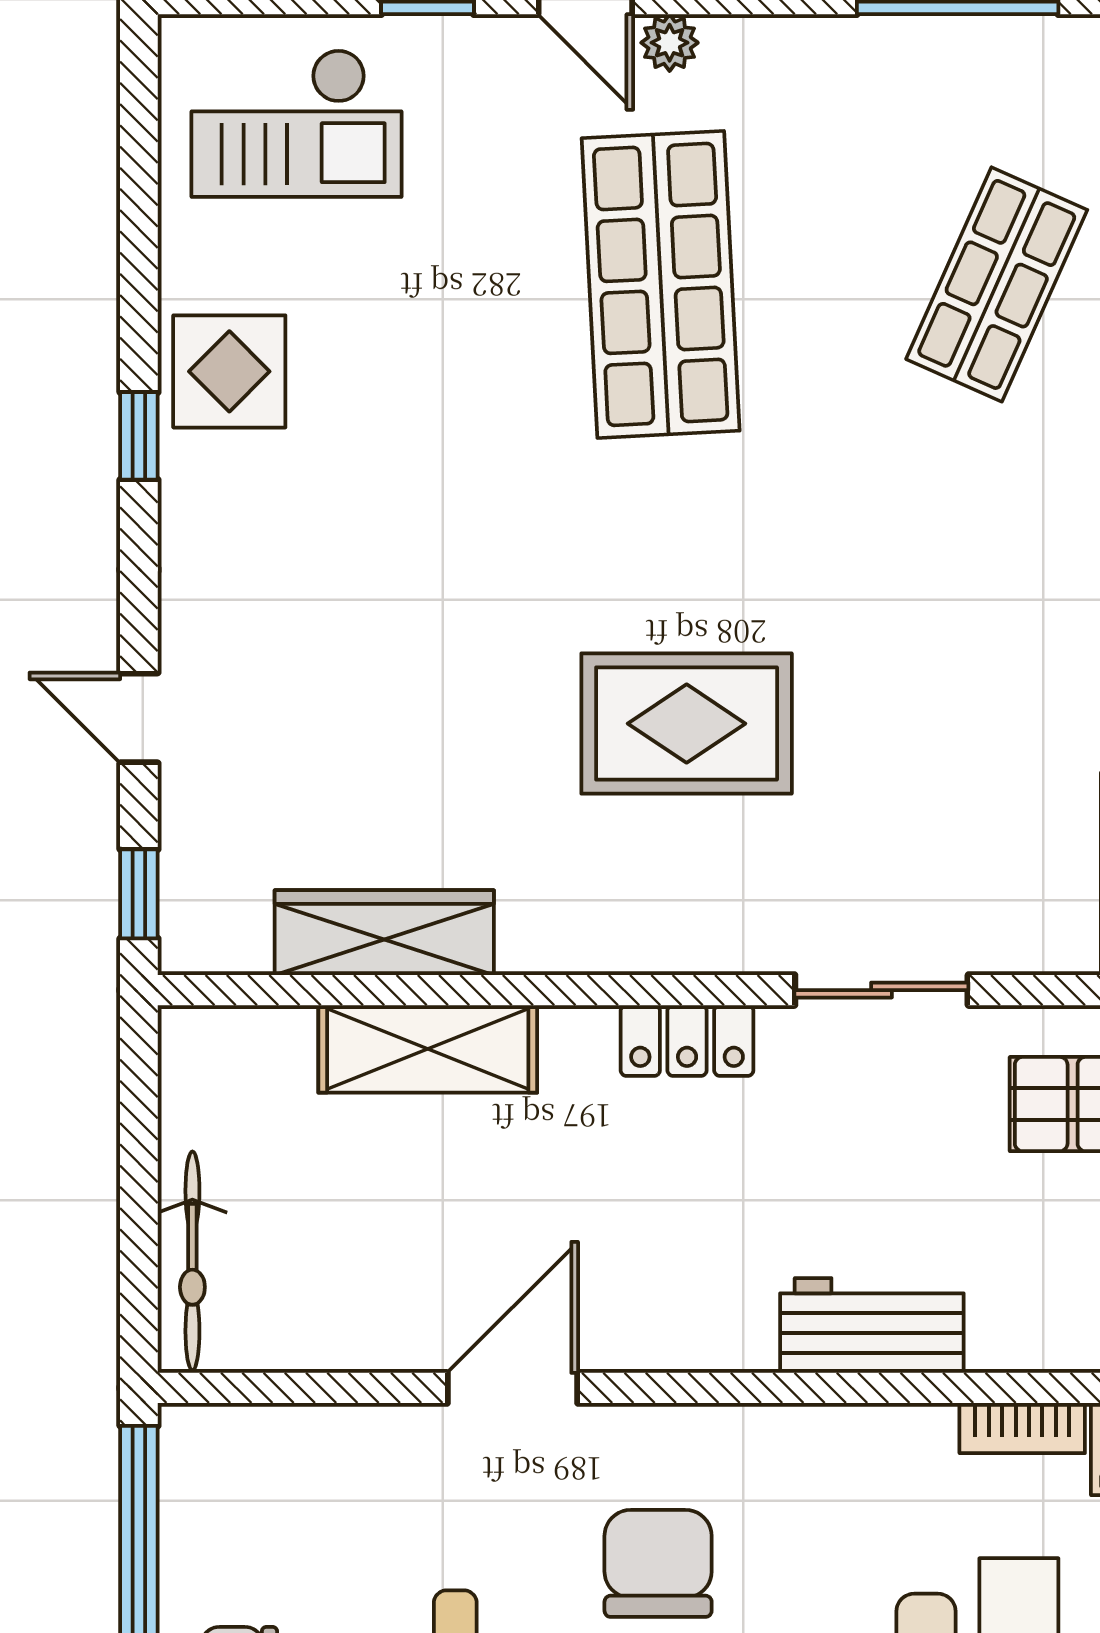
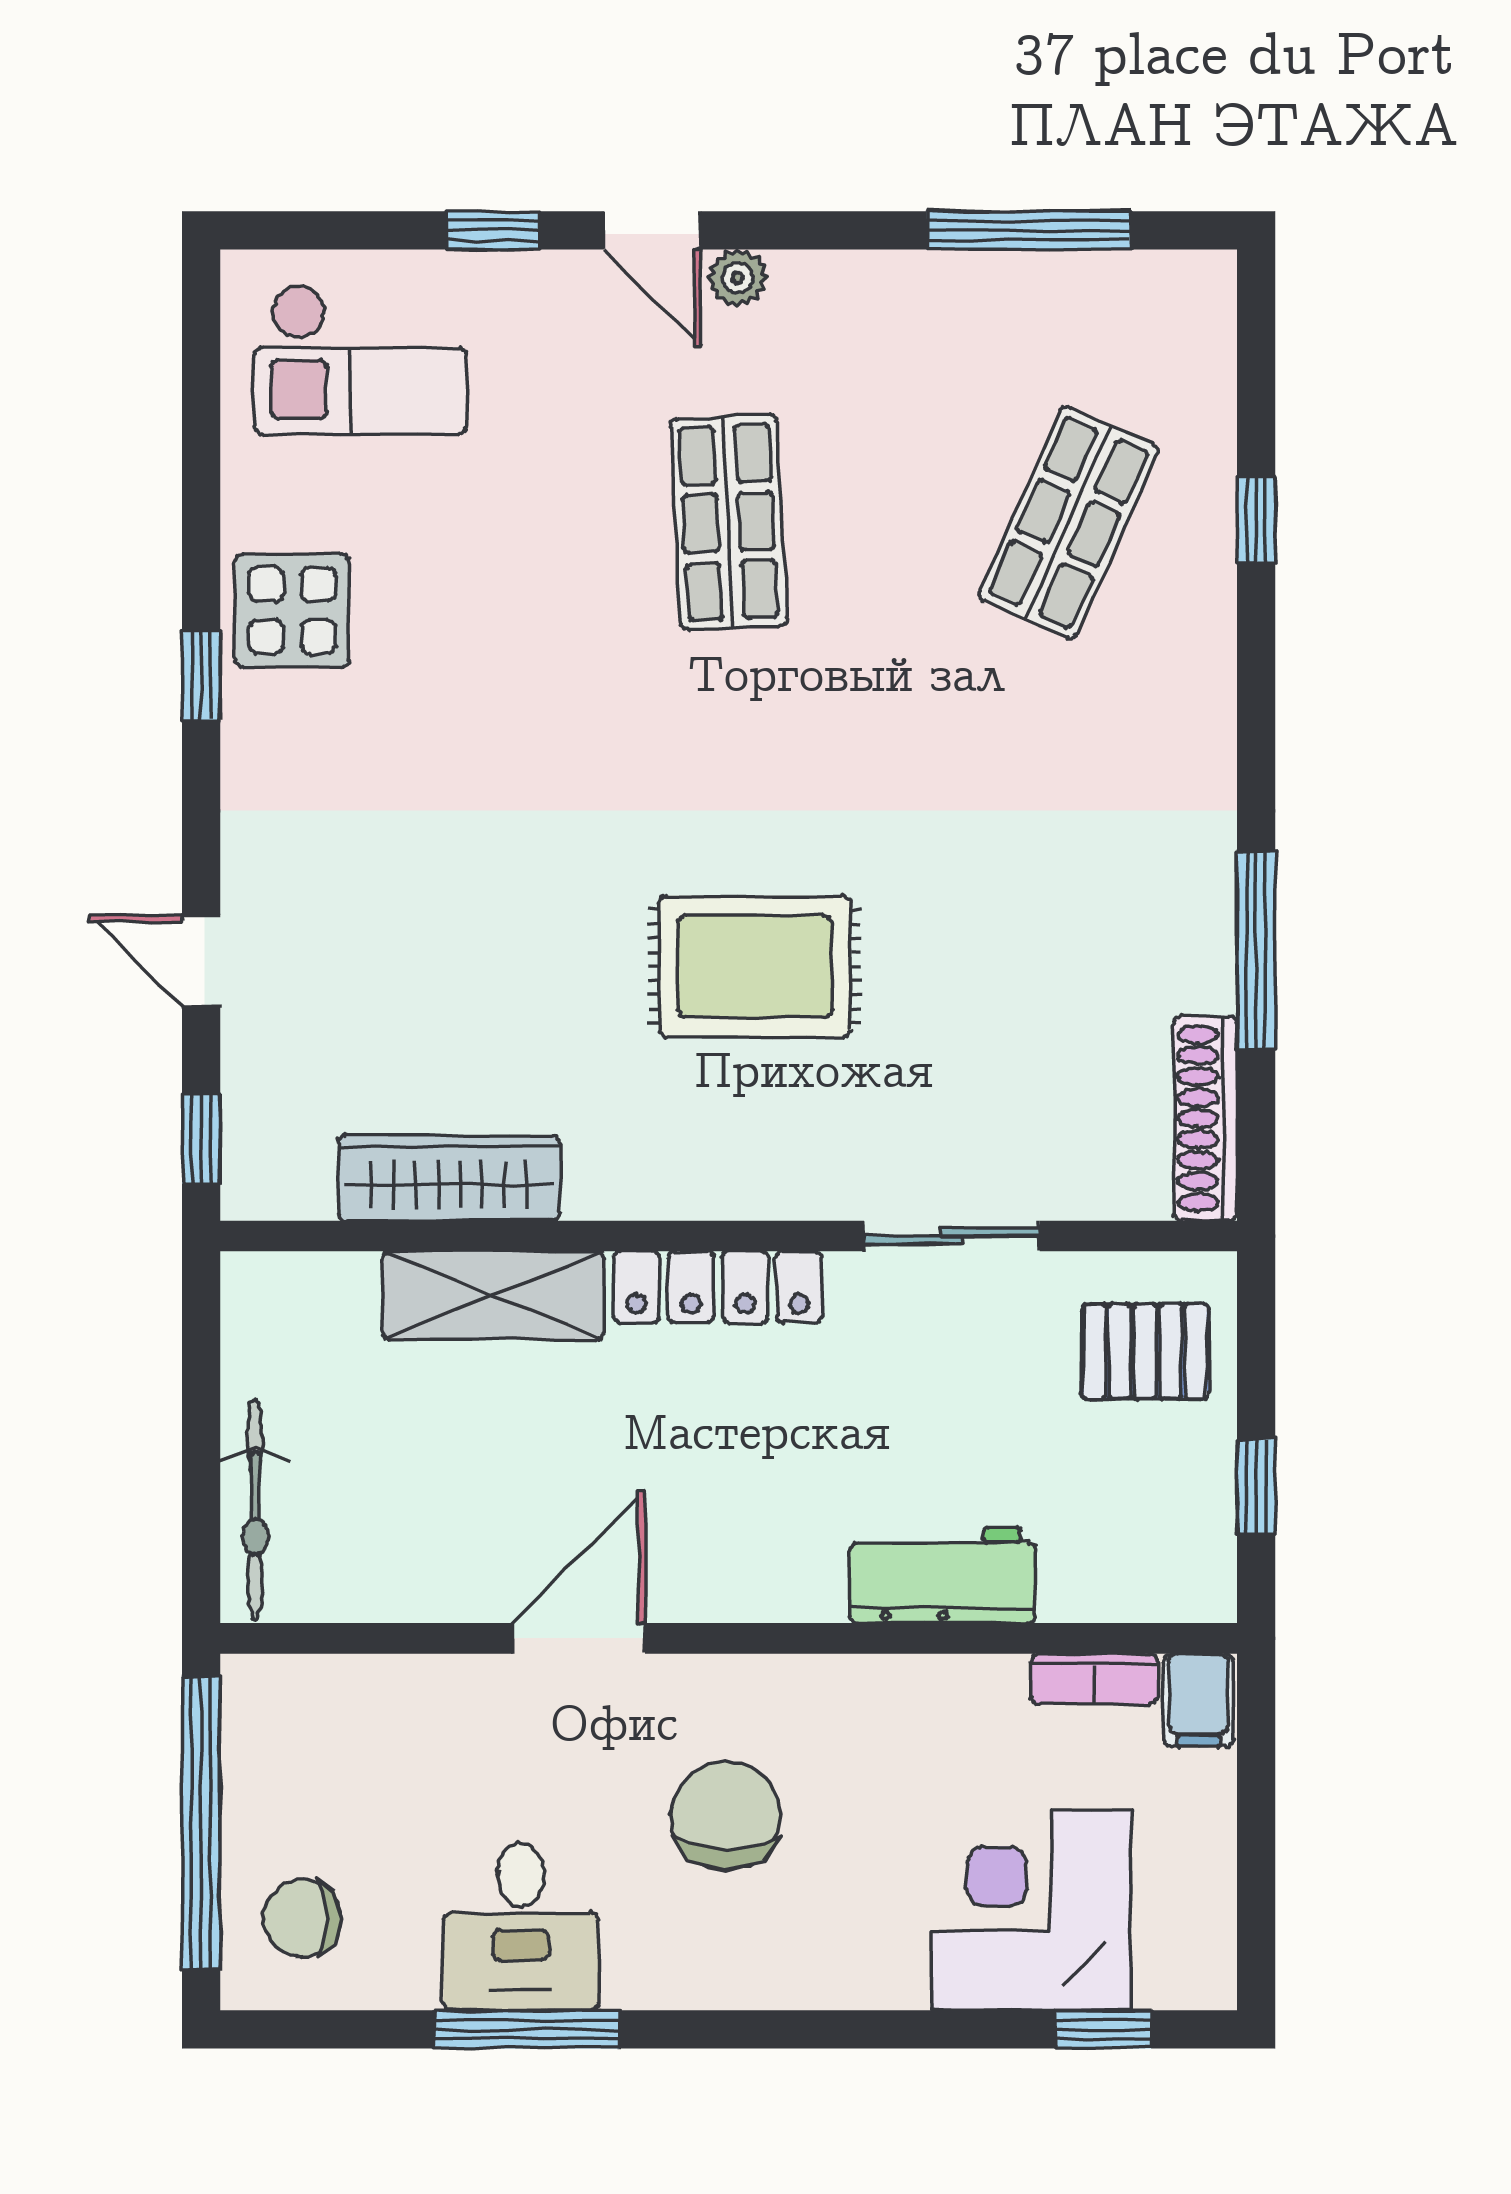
shop shelf: (661, 284) -> (729, 523), width x0.70, depth x0.74
locker: (687, 1041) -> (718, 1287), width x1.53

